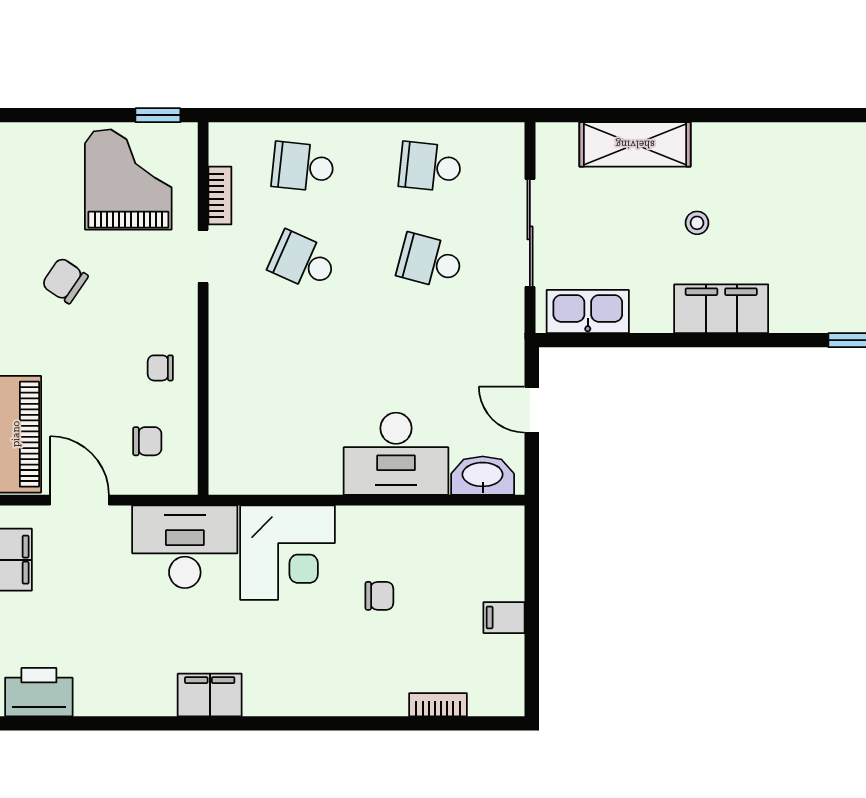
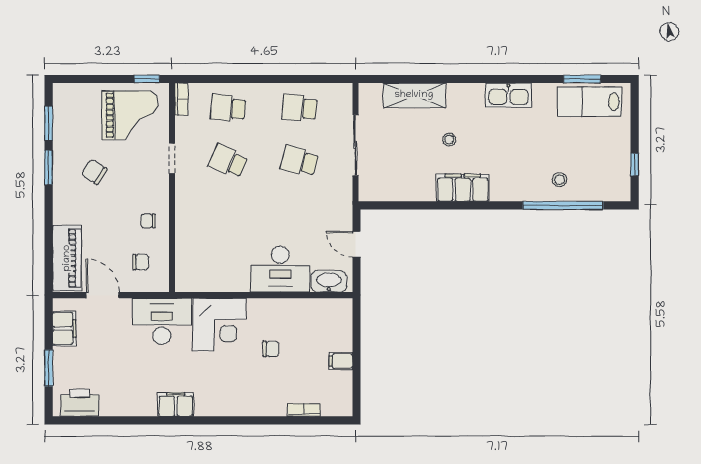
grand piano: (128, 179) -> (130, 115), turned 90
bookcase: (220, 195) -> (181, 99), moved
kitchen sink: (588, 311) -> (508, 95), moved, turned 180

